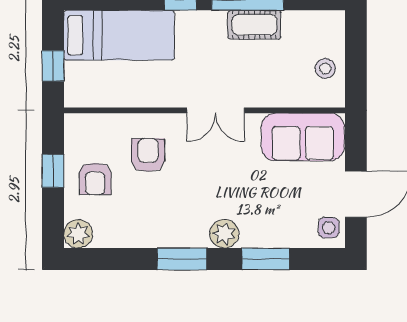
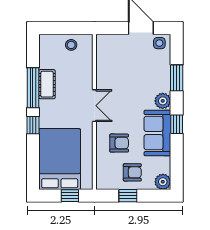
bed: (119, 35) -> (60, 159), width x1.50
sofa: (303, 137) -> (157, 133), moved, turned 180
armchair: (148, 155) -> (119, 143), turned 180
window: (182, 259) -> (177, 124), width x0.67

